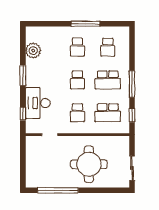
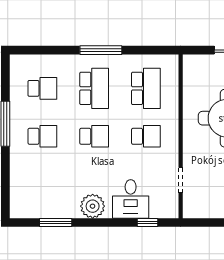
plant: (33, 51) -> (93, 206), moved
window: (23, 75) -> (56, 222), moved
desk: (38, 103) -> (131, 199), width x0.73
window: (132, 115) -> (150, 50), removed

